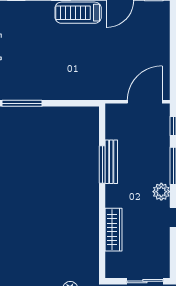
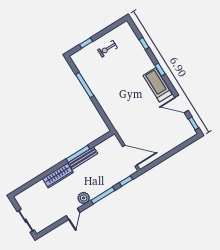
wardrobe: (113, 230) -> (58, 175), moved

